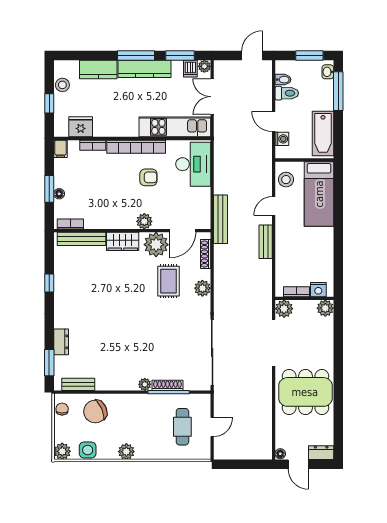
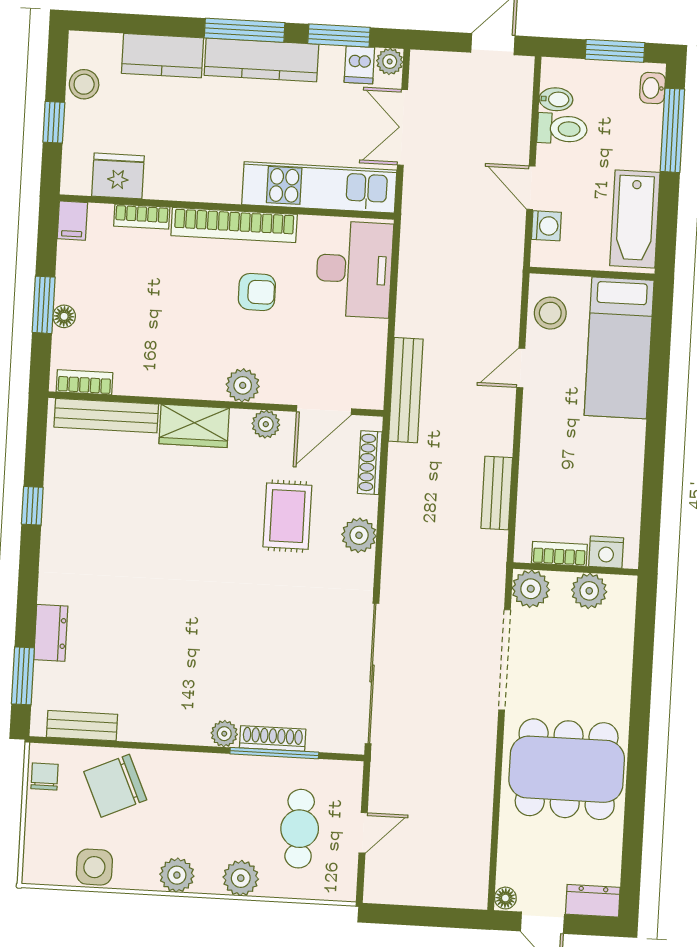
bench: (266, 242) -> (497, 493), moved
plant: (156, 245) -> (266, 424), width x0.53, depth x0.53
plant: (325, 308) -> (589, 591), moved
plant: (62, 451) -> (241, 878), moved

